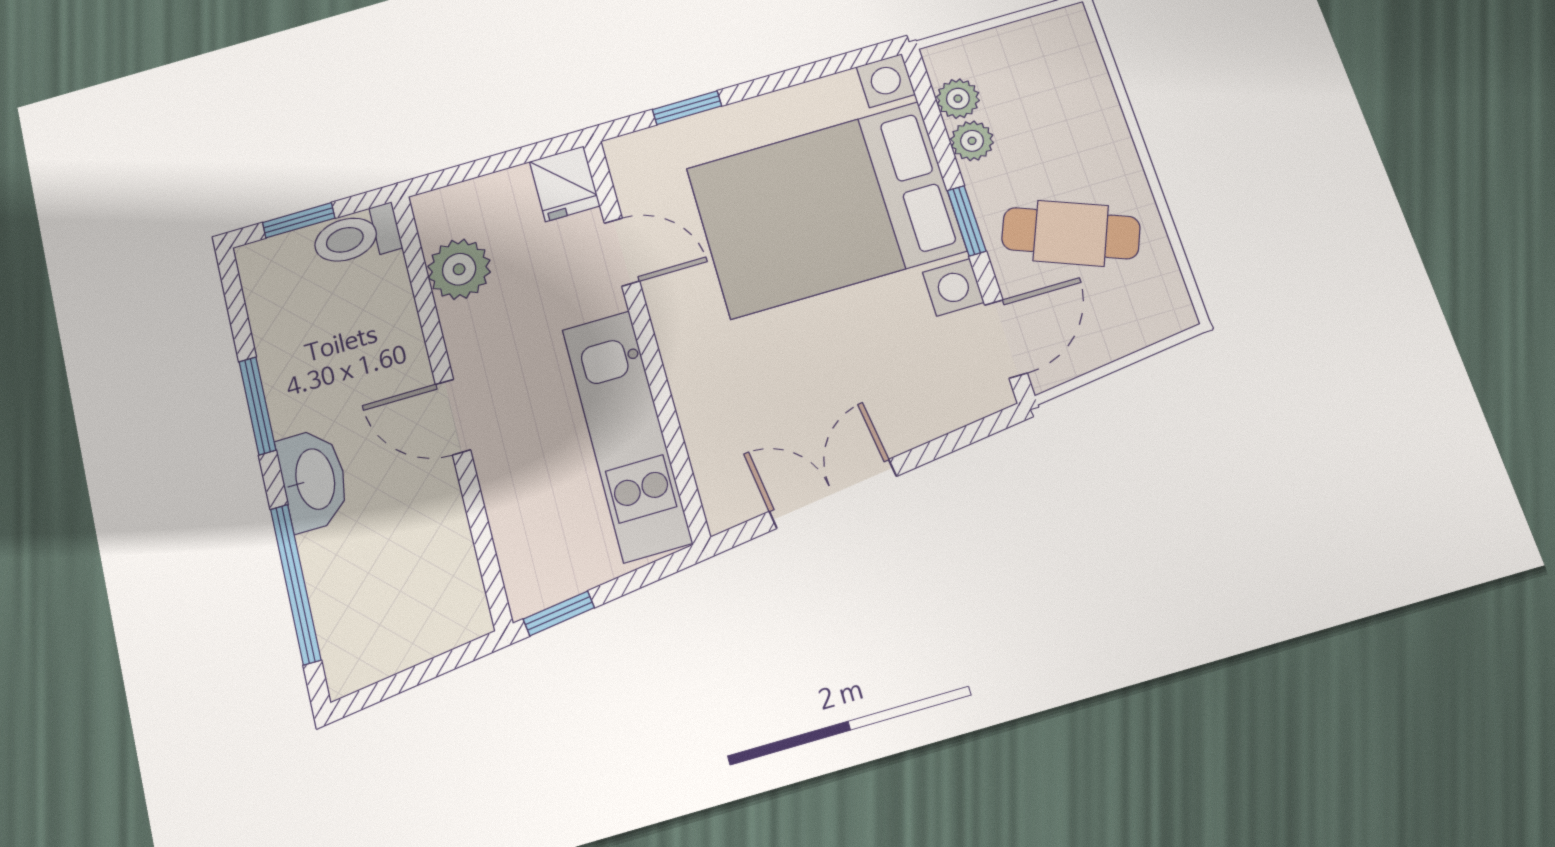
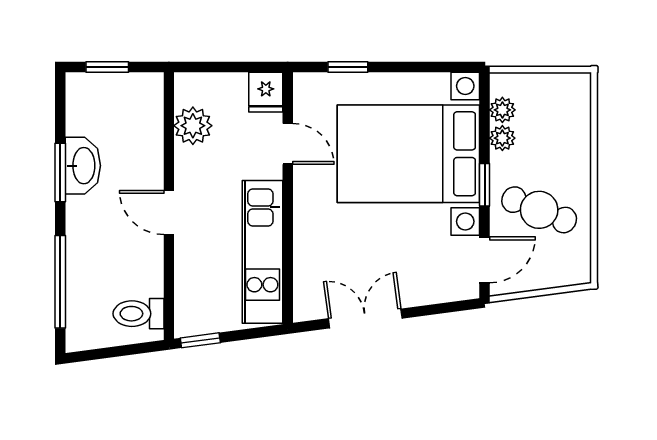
toilet: (356, 237) -> (138, 314), moved
washbasin: (313, 480) -> (83, 166), moved

